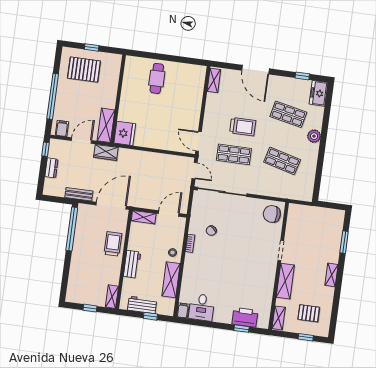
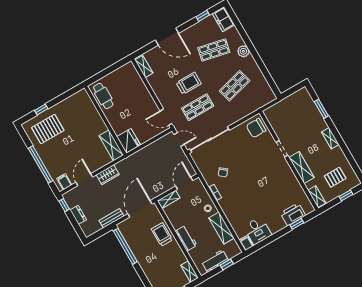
wall: (118, 99) -> (105, 121), moved
shelving: (106, 125) -> (111, 145), moved
fridge: (125, 133) -> (129, 141), moved
shop shelf: (282, 161) -> (235, 86), turned -30

